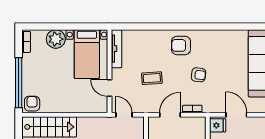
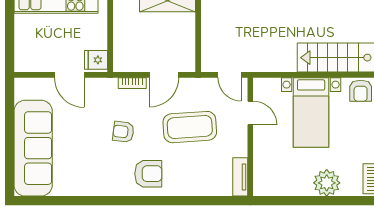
tv unit: (116, 49) -> (240, 177), width x0.71
bed with nightstands: (87, 54) -> (311, 113), moved, turned 180
coffee table: (152, 78) -> (190, 127), width x1.86, depth x1.72

